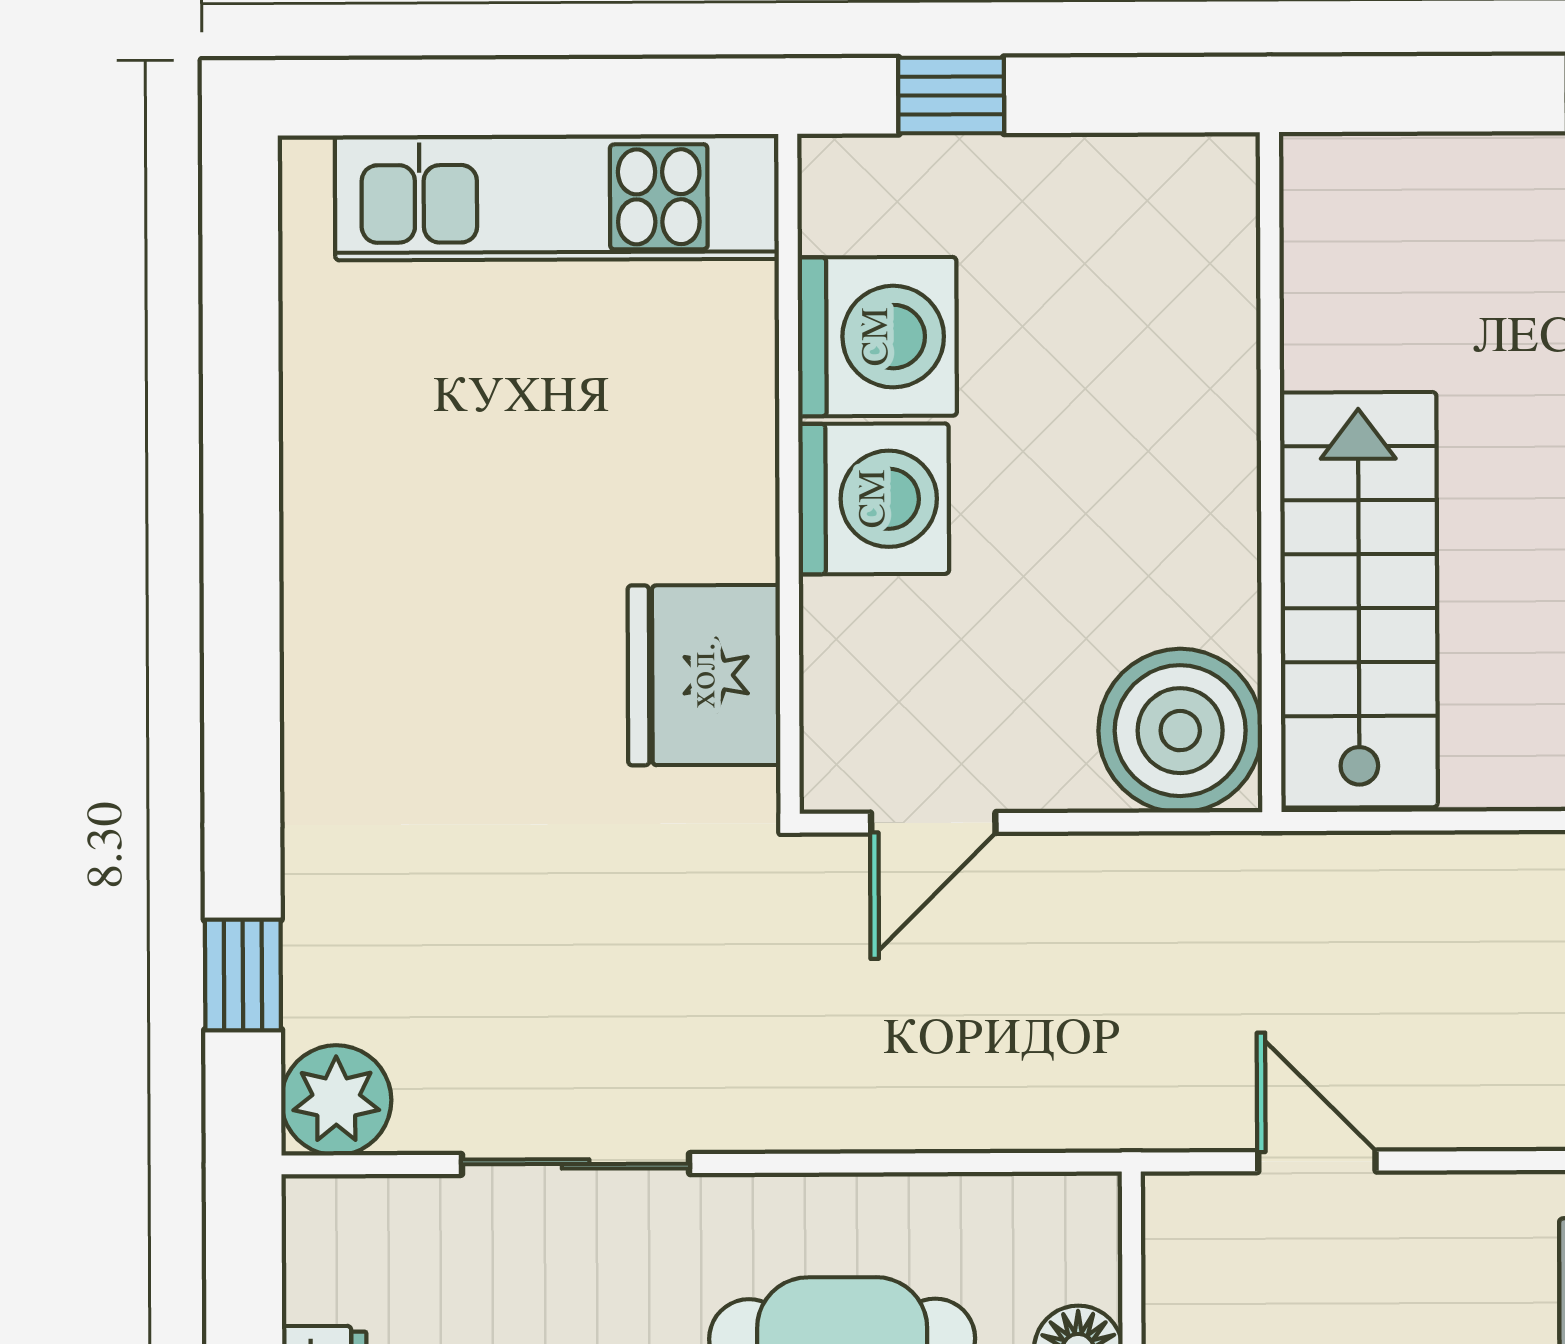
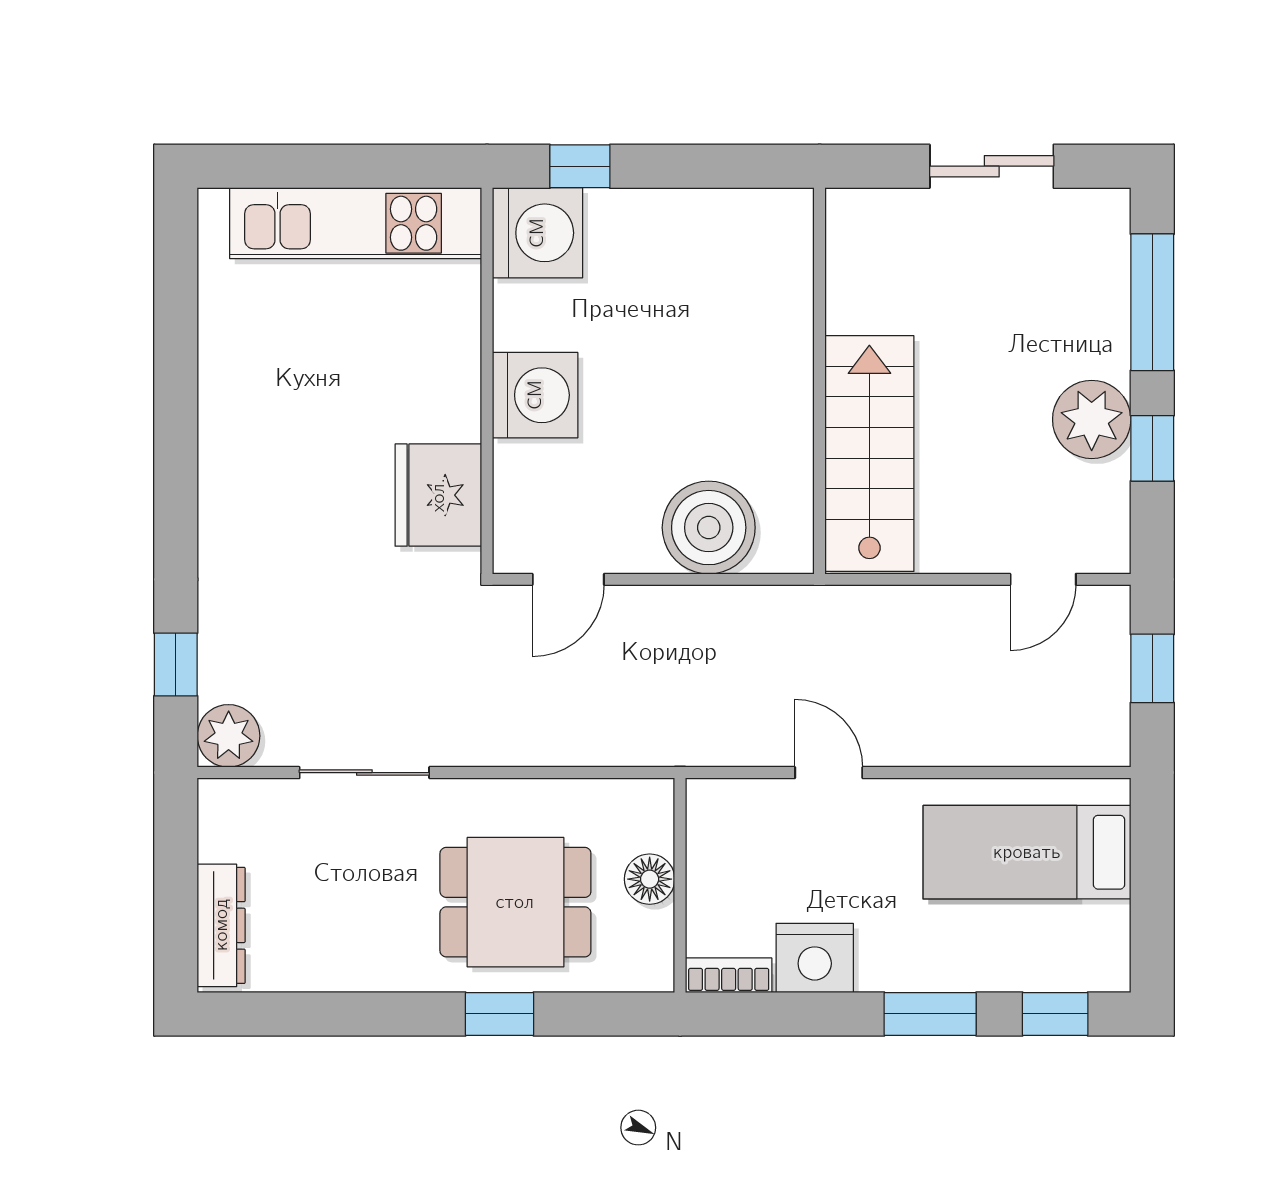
washing machine: (877, 337) -> (537, 233), moved
wall: (1271, 472) -> (820, 381), moved
stairs: (1359, 600) -> (869, 454), moved
door: (1317, 1161) -> (829, 773), moved

